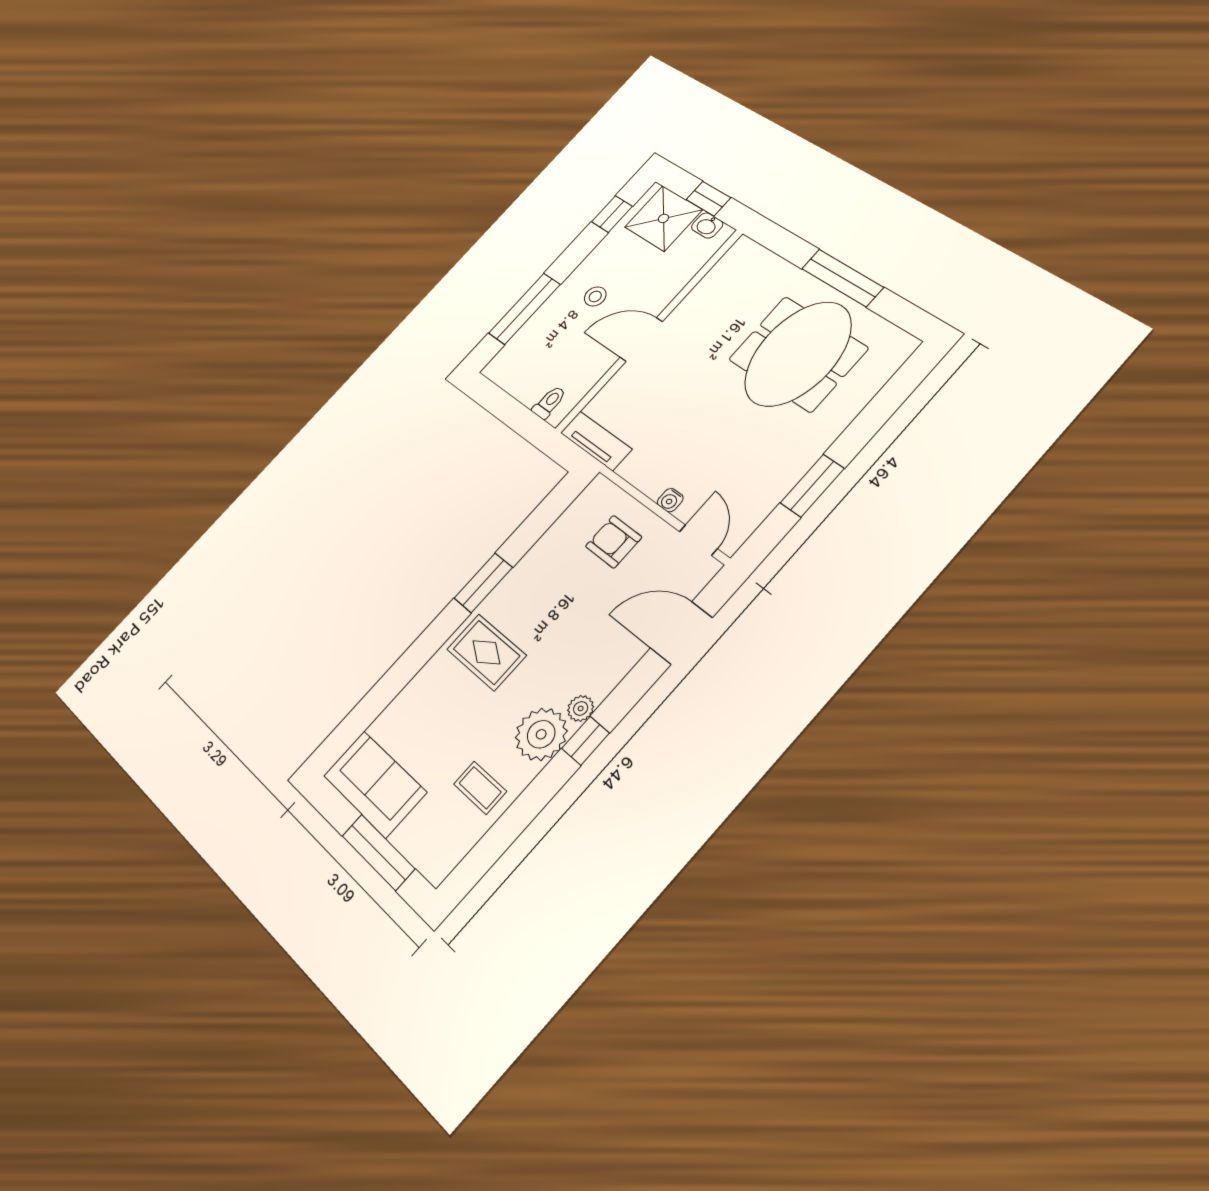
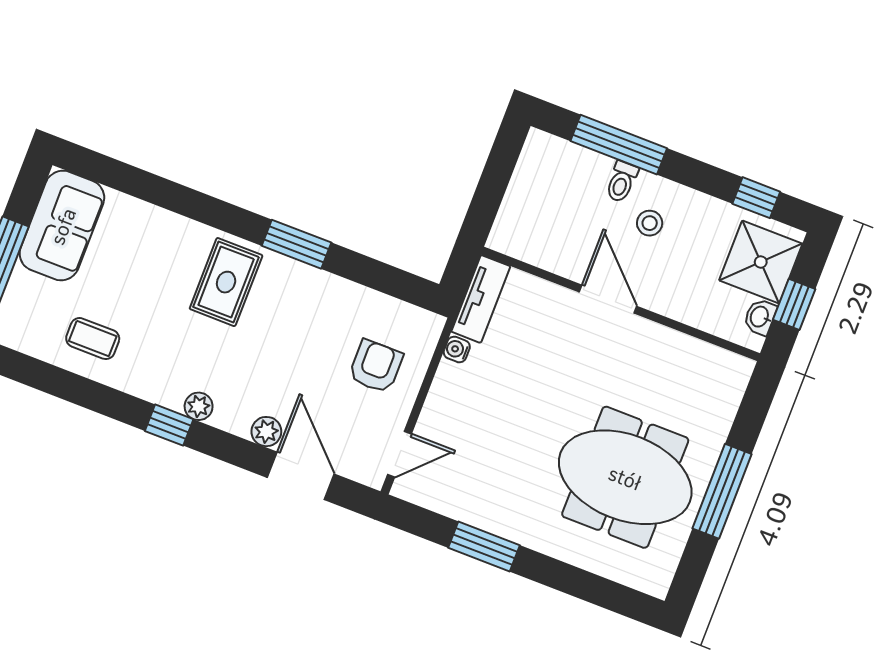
toilet: (549, 402) -> (622, 182), moved, turned 90
water cooler: (670, 500) -> (457, 349), moved
plant: (541, 734) -> (266, 432), moved, width x0.53, depth x0.53
coffee table: (480, 788) -> (93, 339), turned 90

